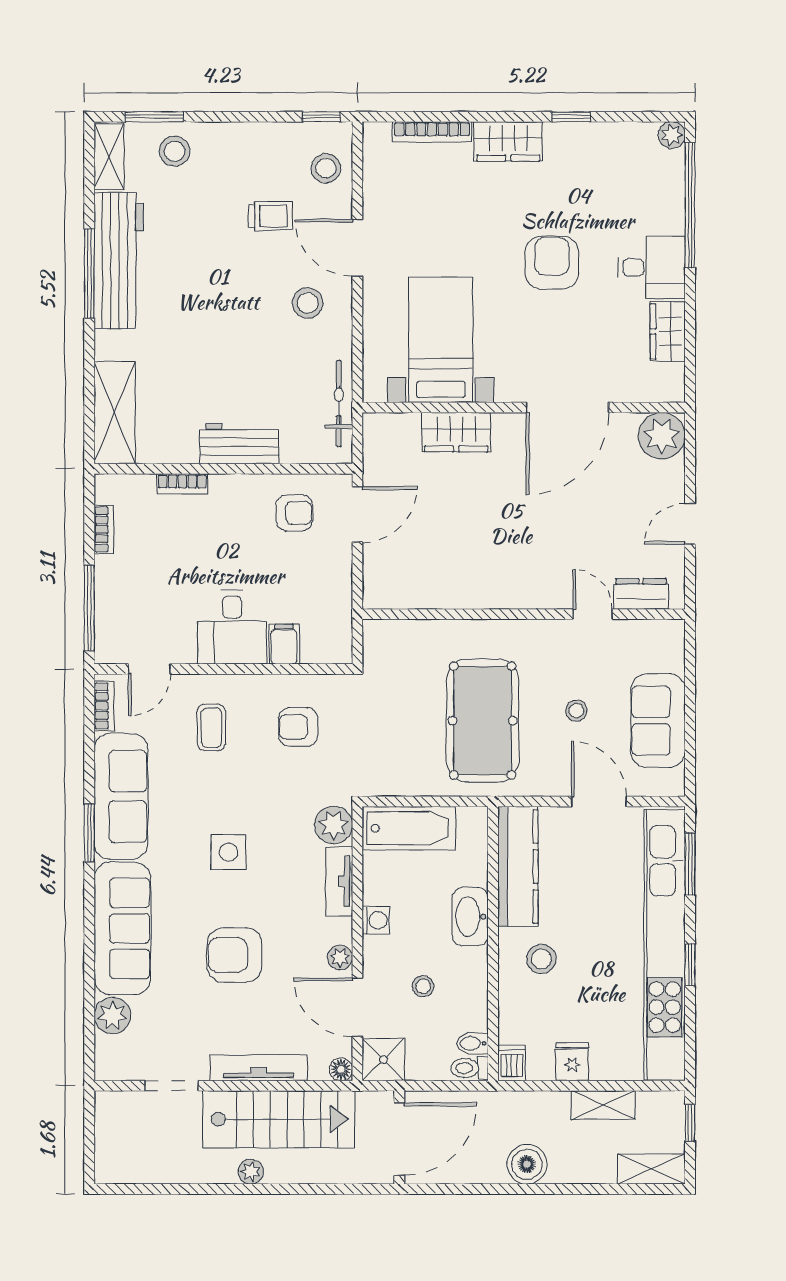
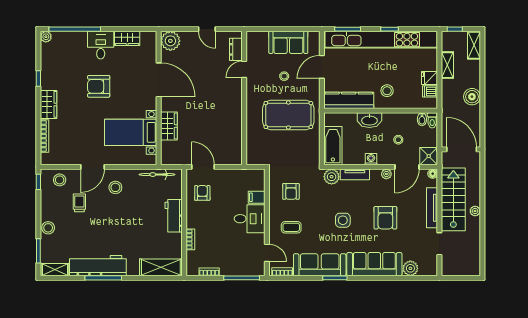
stool: (175, 151) -> (48, 228), moved
dishwasher: (512, 1063) -> (430, 91), moved

